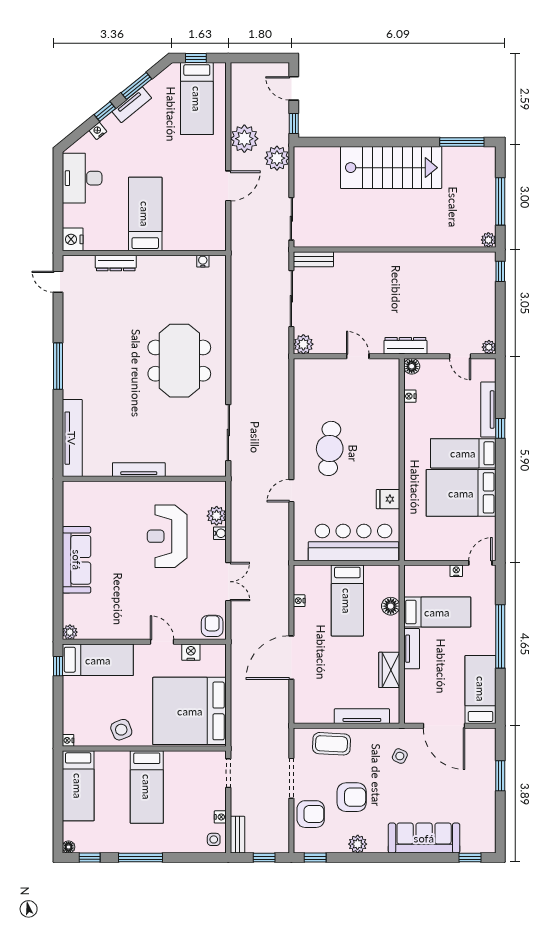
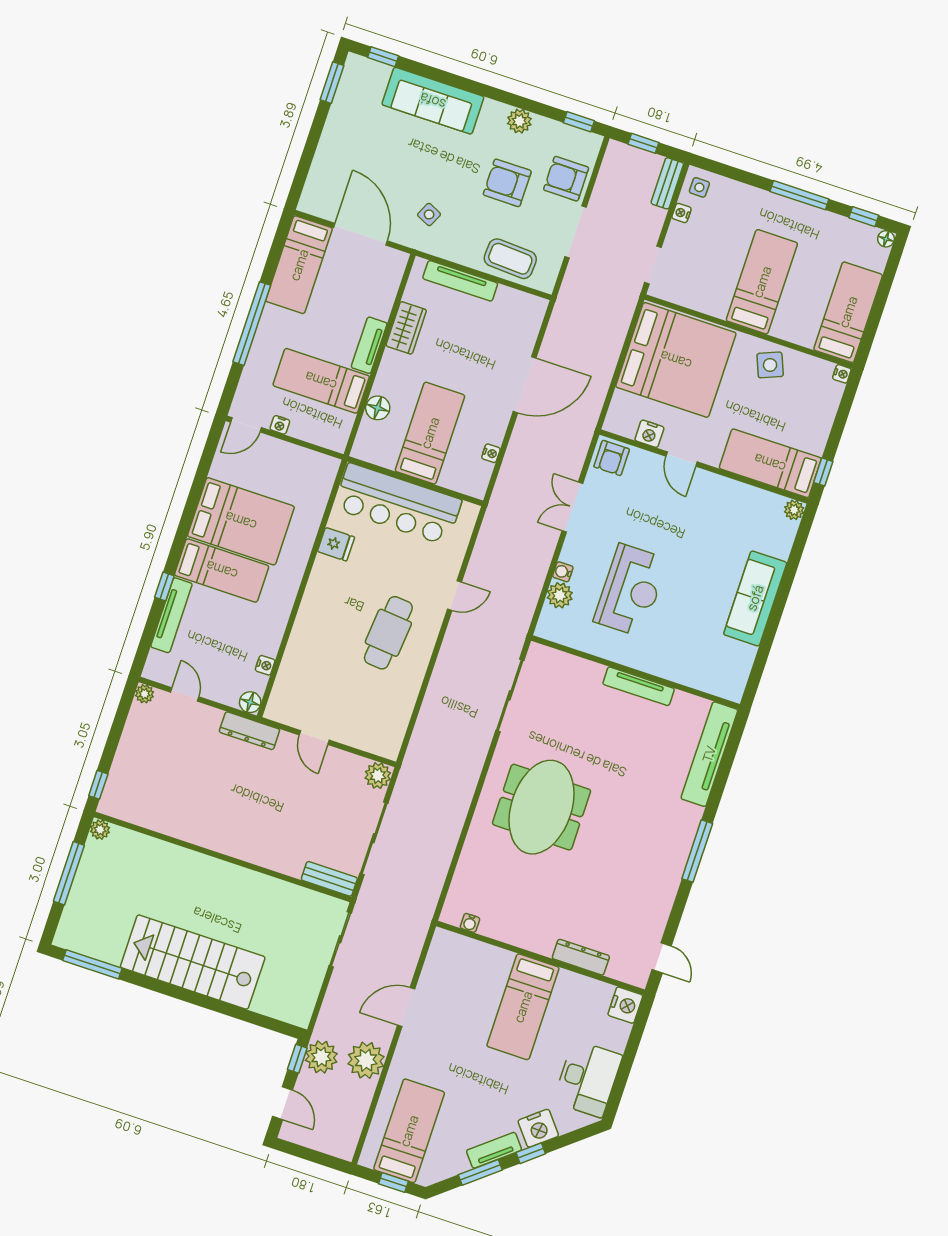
nightstand: (98, 131) -> (538, 1128), width x1.89, depth x1.79
plant: (277, 158) -> (321, 1057), moved
window: (500, 776) -> (332, 83), moved

